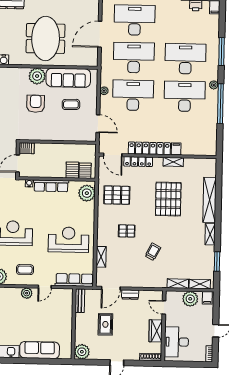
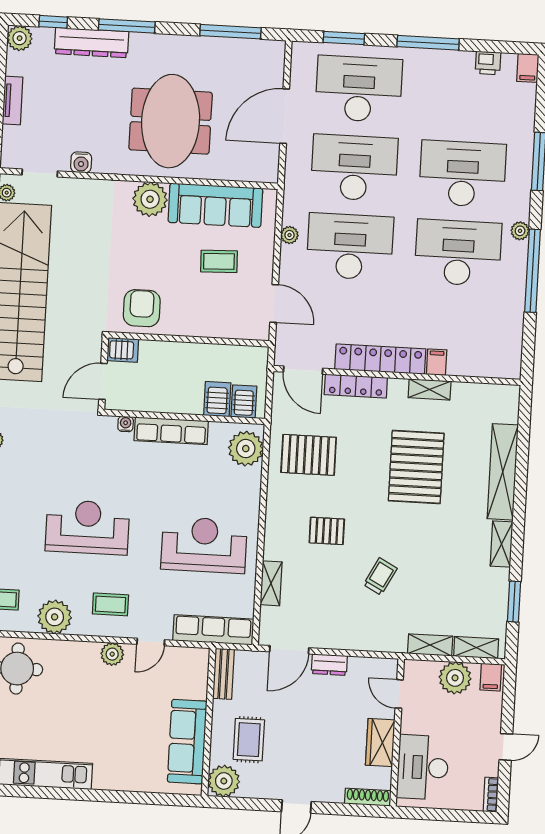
armchair: (36, 104) -> (142, 308), moved
rug: (105, 324) -> (249, 740), moved
sofa: (40, 350) -> (187, 742), moved, turned -90

